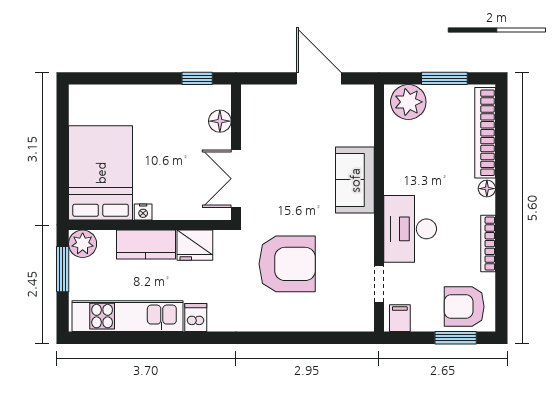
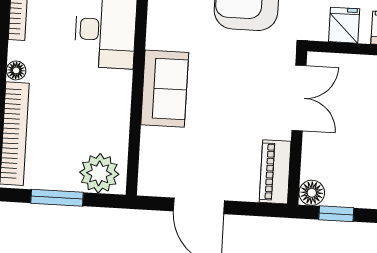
piano: (253, 112) -> (275, 172), added
floor lamp: (220, 121) -> (312, 193), moved
fridge: (195, 245) -> (344, 25), width x0.72

